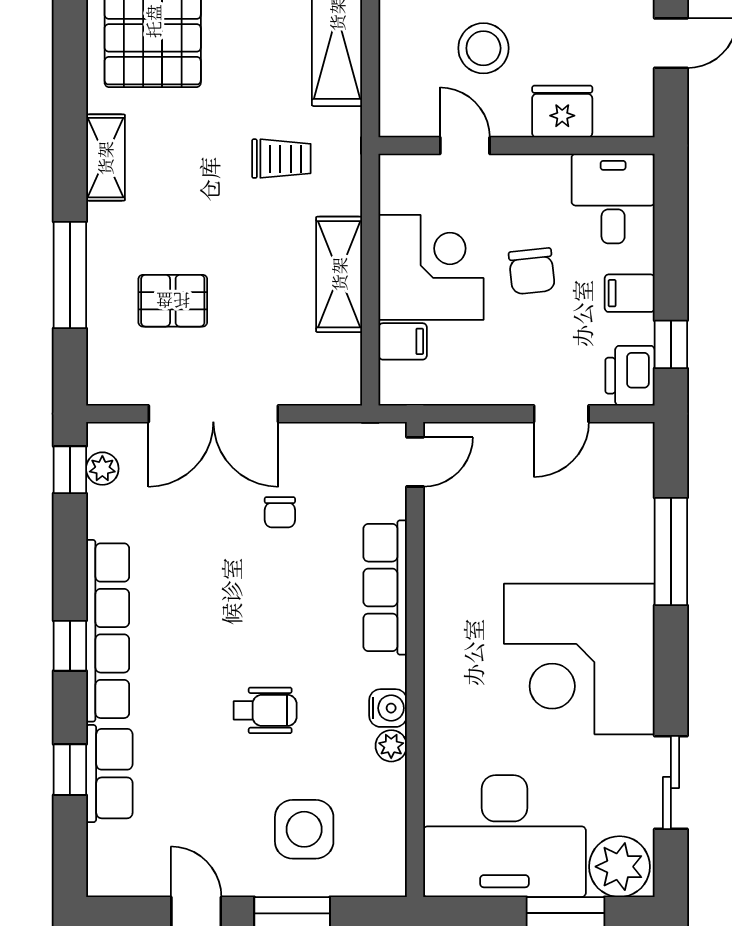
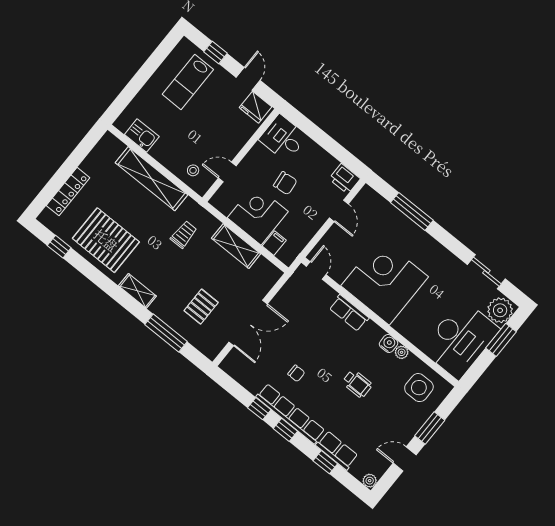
stool: (483, 48) -> (193, 170), moved, width x0.53, depth x0.53
fridge: (562, 112) -> (255, 107), moved, turned -90
filing cabinet: (630, 293) -> (318, 157), removed
window: (671, 344) -> (345, 157), removed
plant: (102, 469) -> (370, 481), moved
window: (70, 470) -> (259, 409), moved
chair: (280, 512) -> (296, 373), moved
row of seats: (385, 588) -> (349, 313), width x0.68
corner desk: (579, 659) -> (385, 281), moved, turned 180
wheelchair: (265, 710) -> (357, 384), turned 90
side table: (304, 829) -> (419, 388), moved

